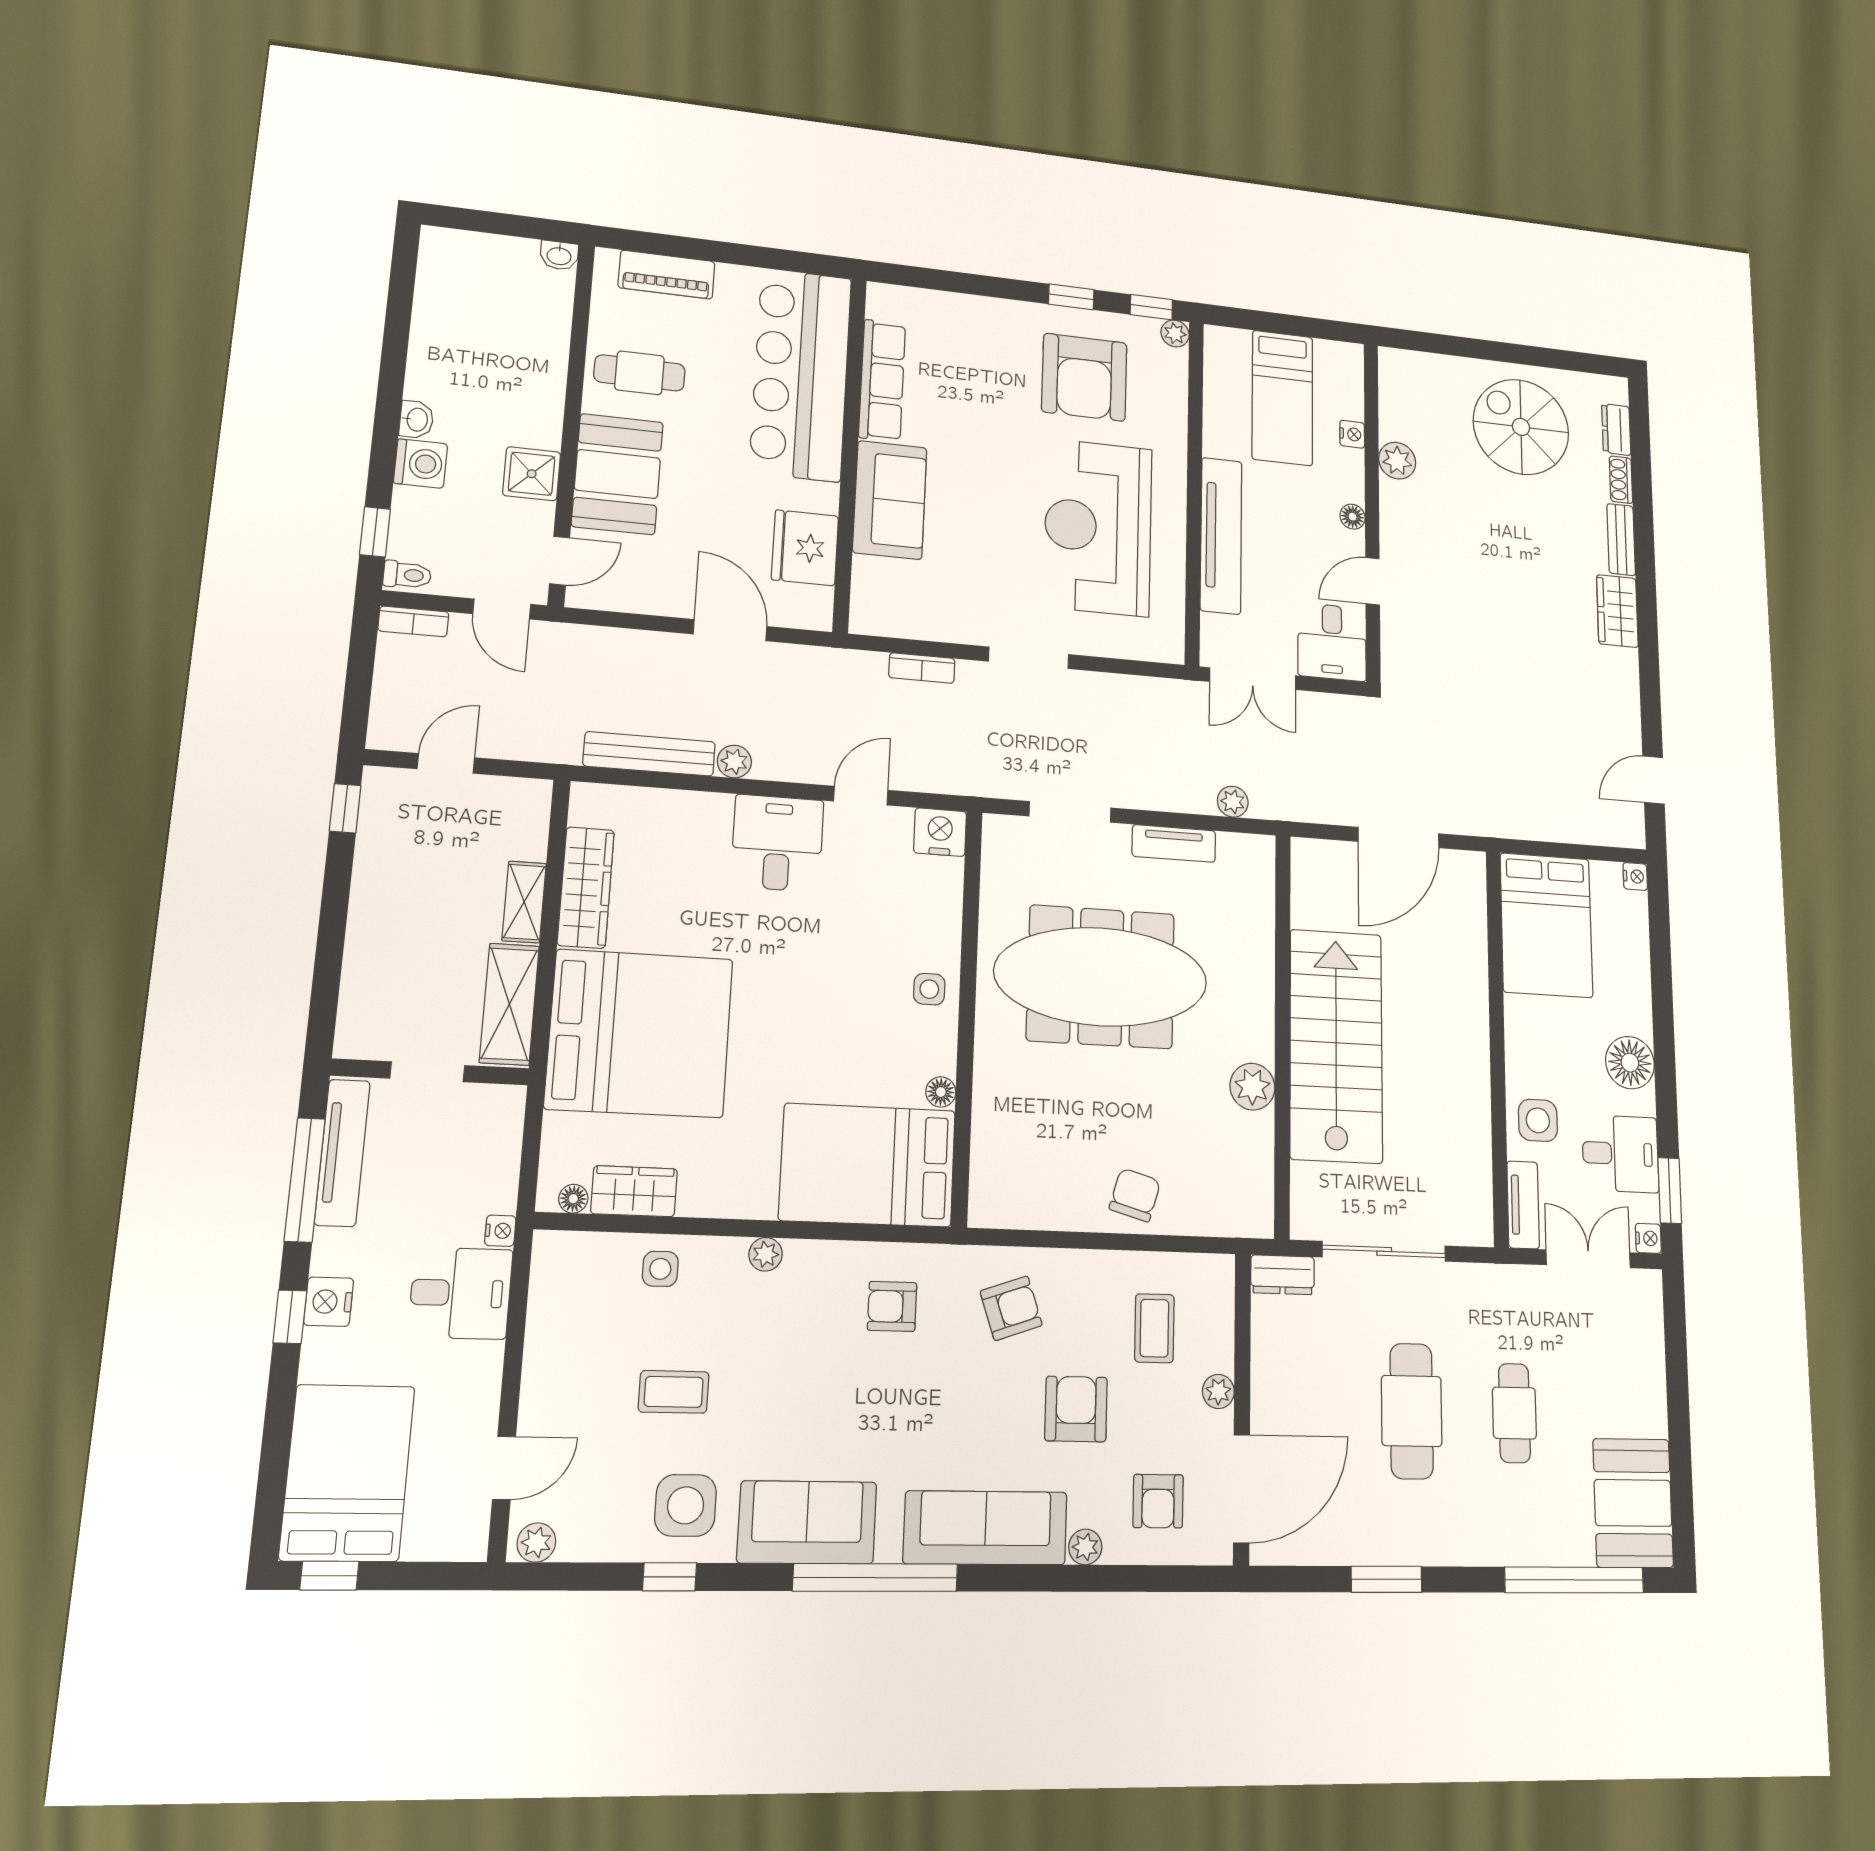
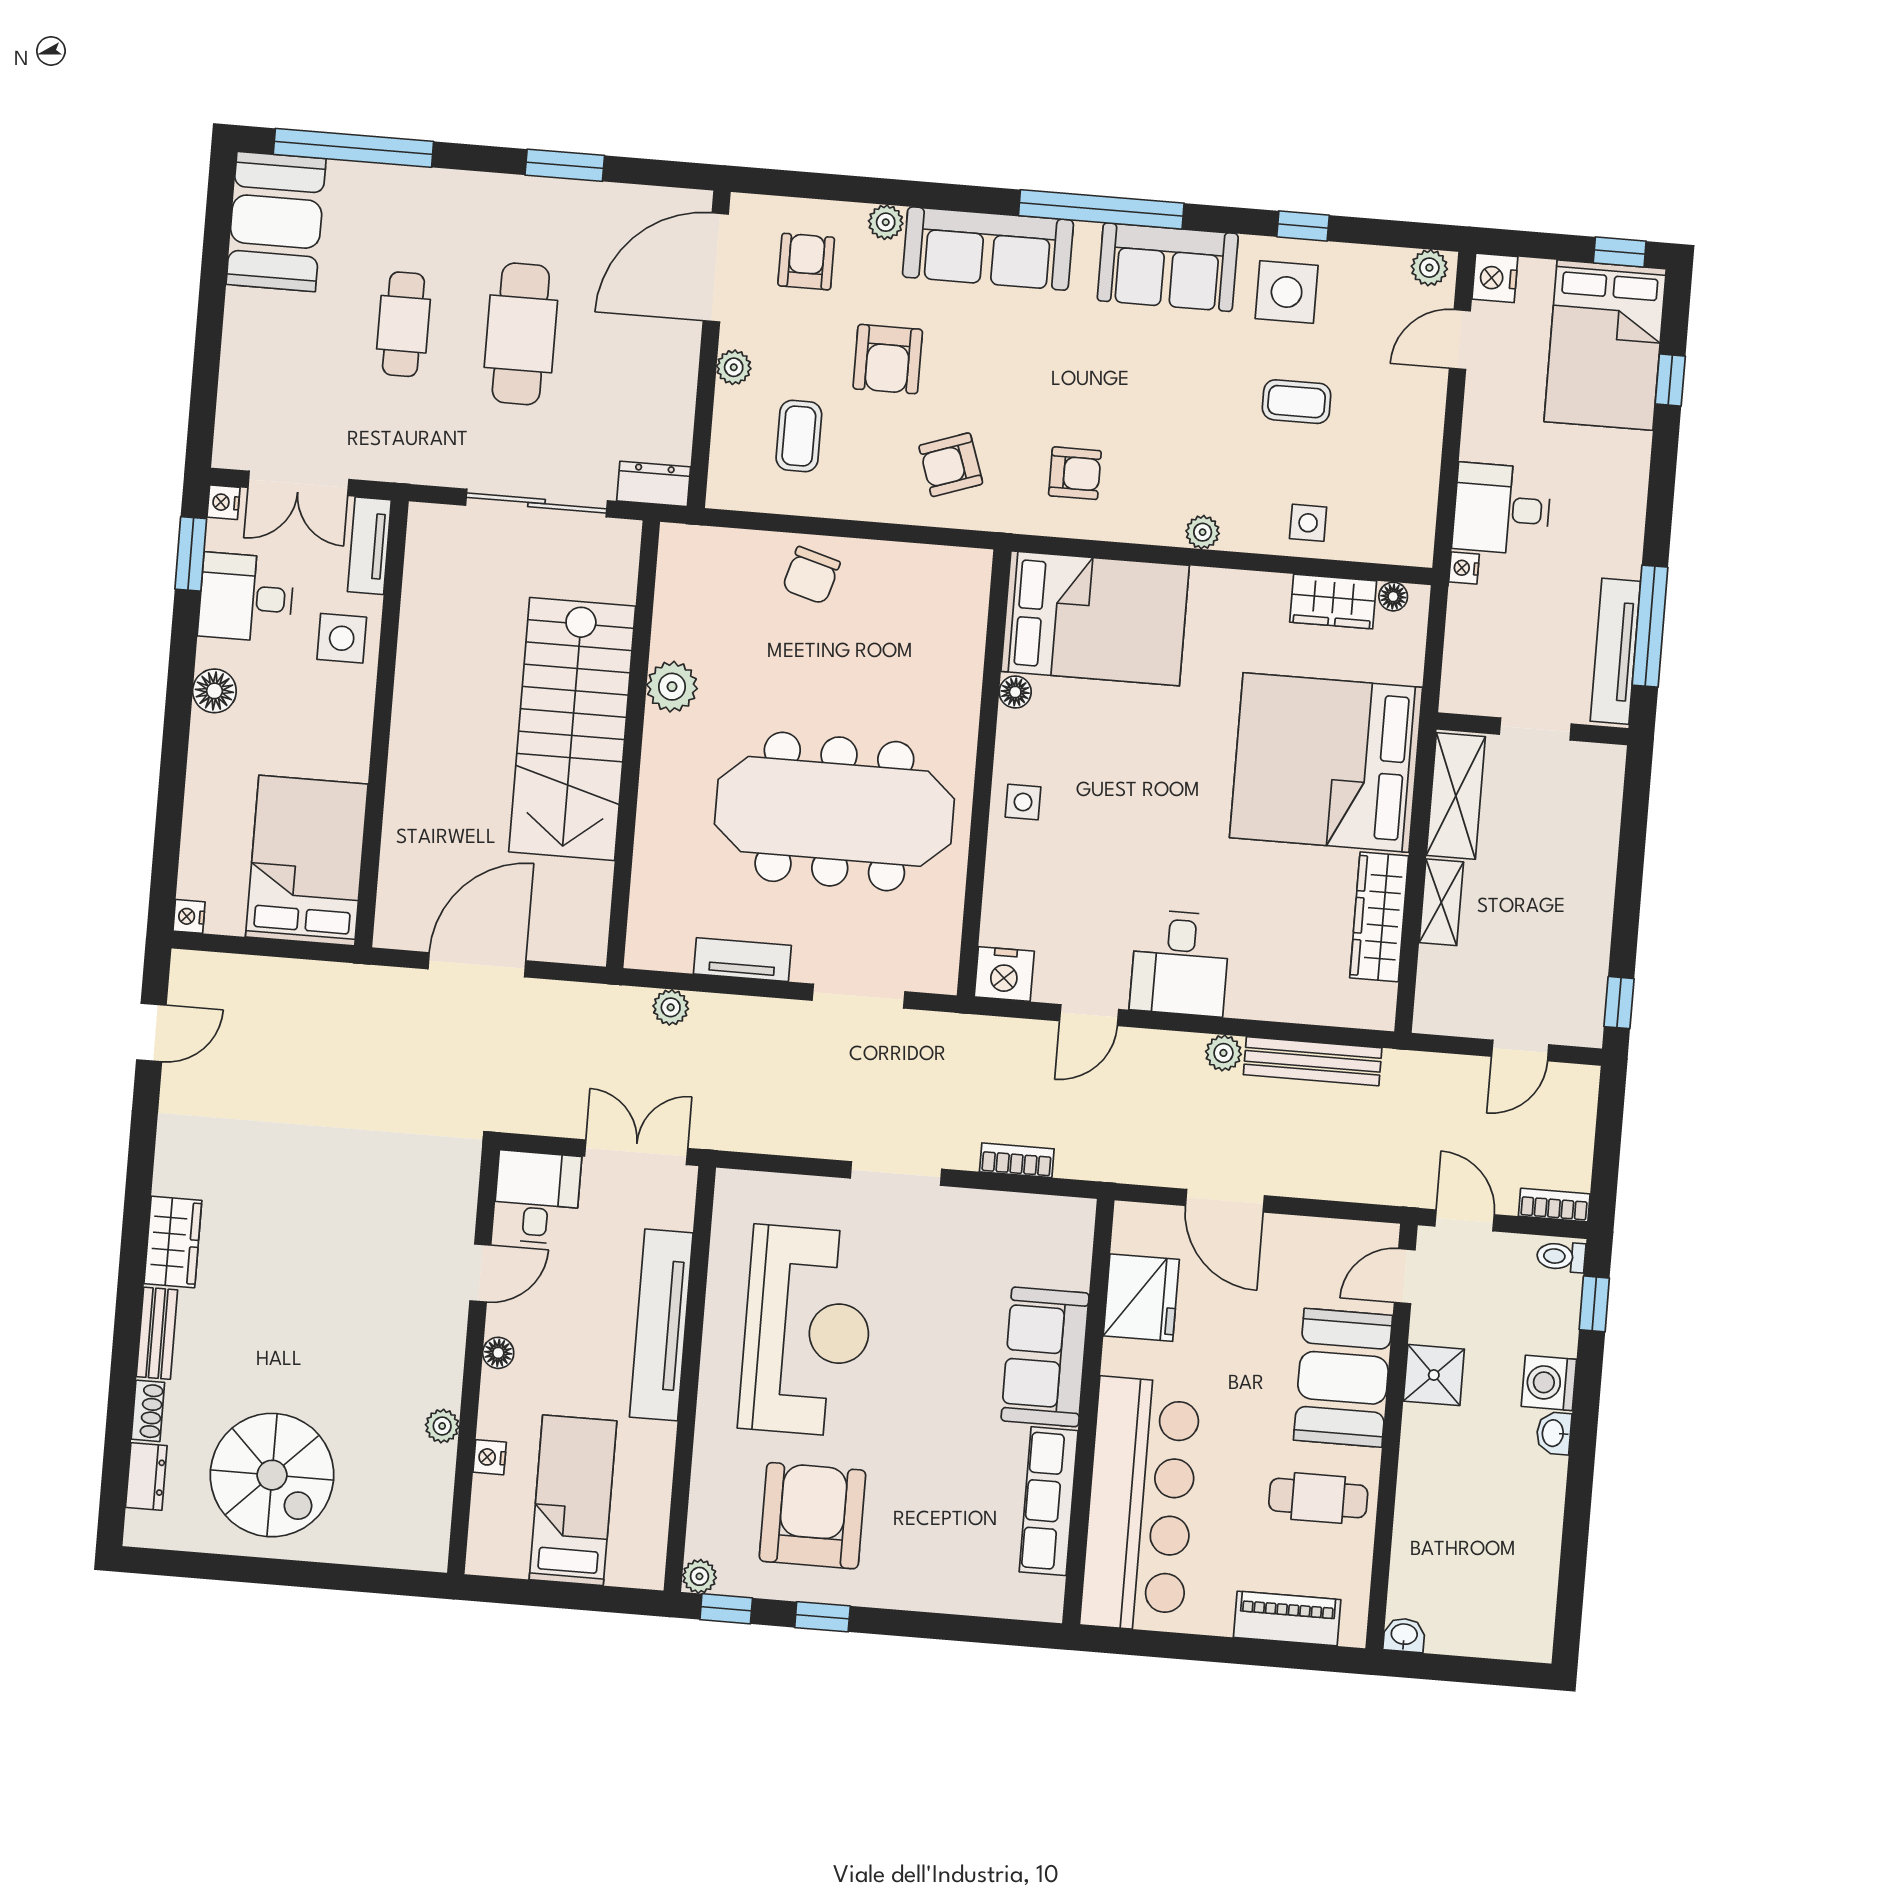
plant: (1397, 461) -> (442, 1426), width x0.73, depth x0.73
floor lamp: (1630, 1063) -> (214, 691), width x0.73, depth x0.73
nightstand: (329, 1302) -> (1495, 278), moved, turned 180
window: (290, 1317) -> (1670, 380), moved

